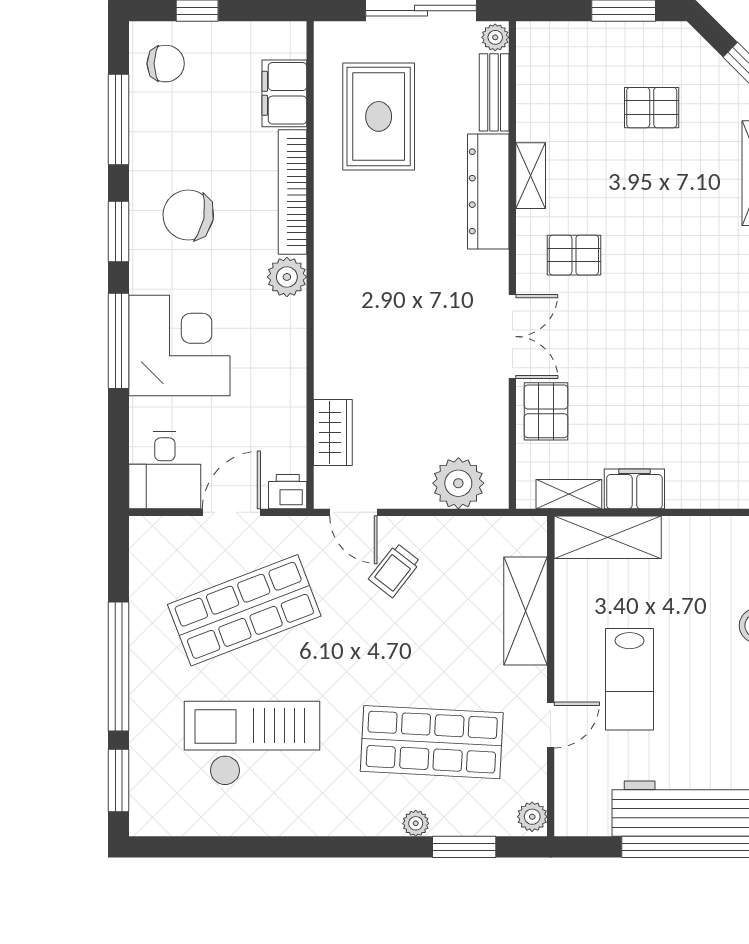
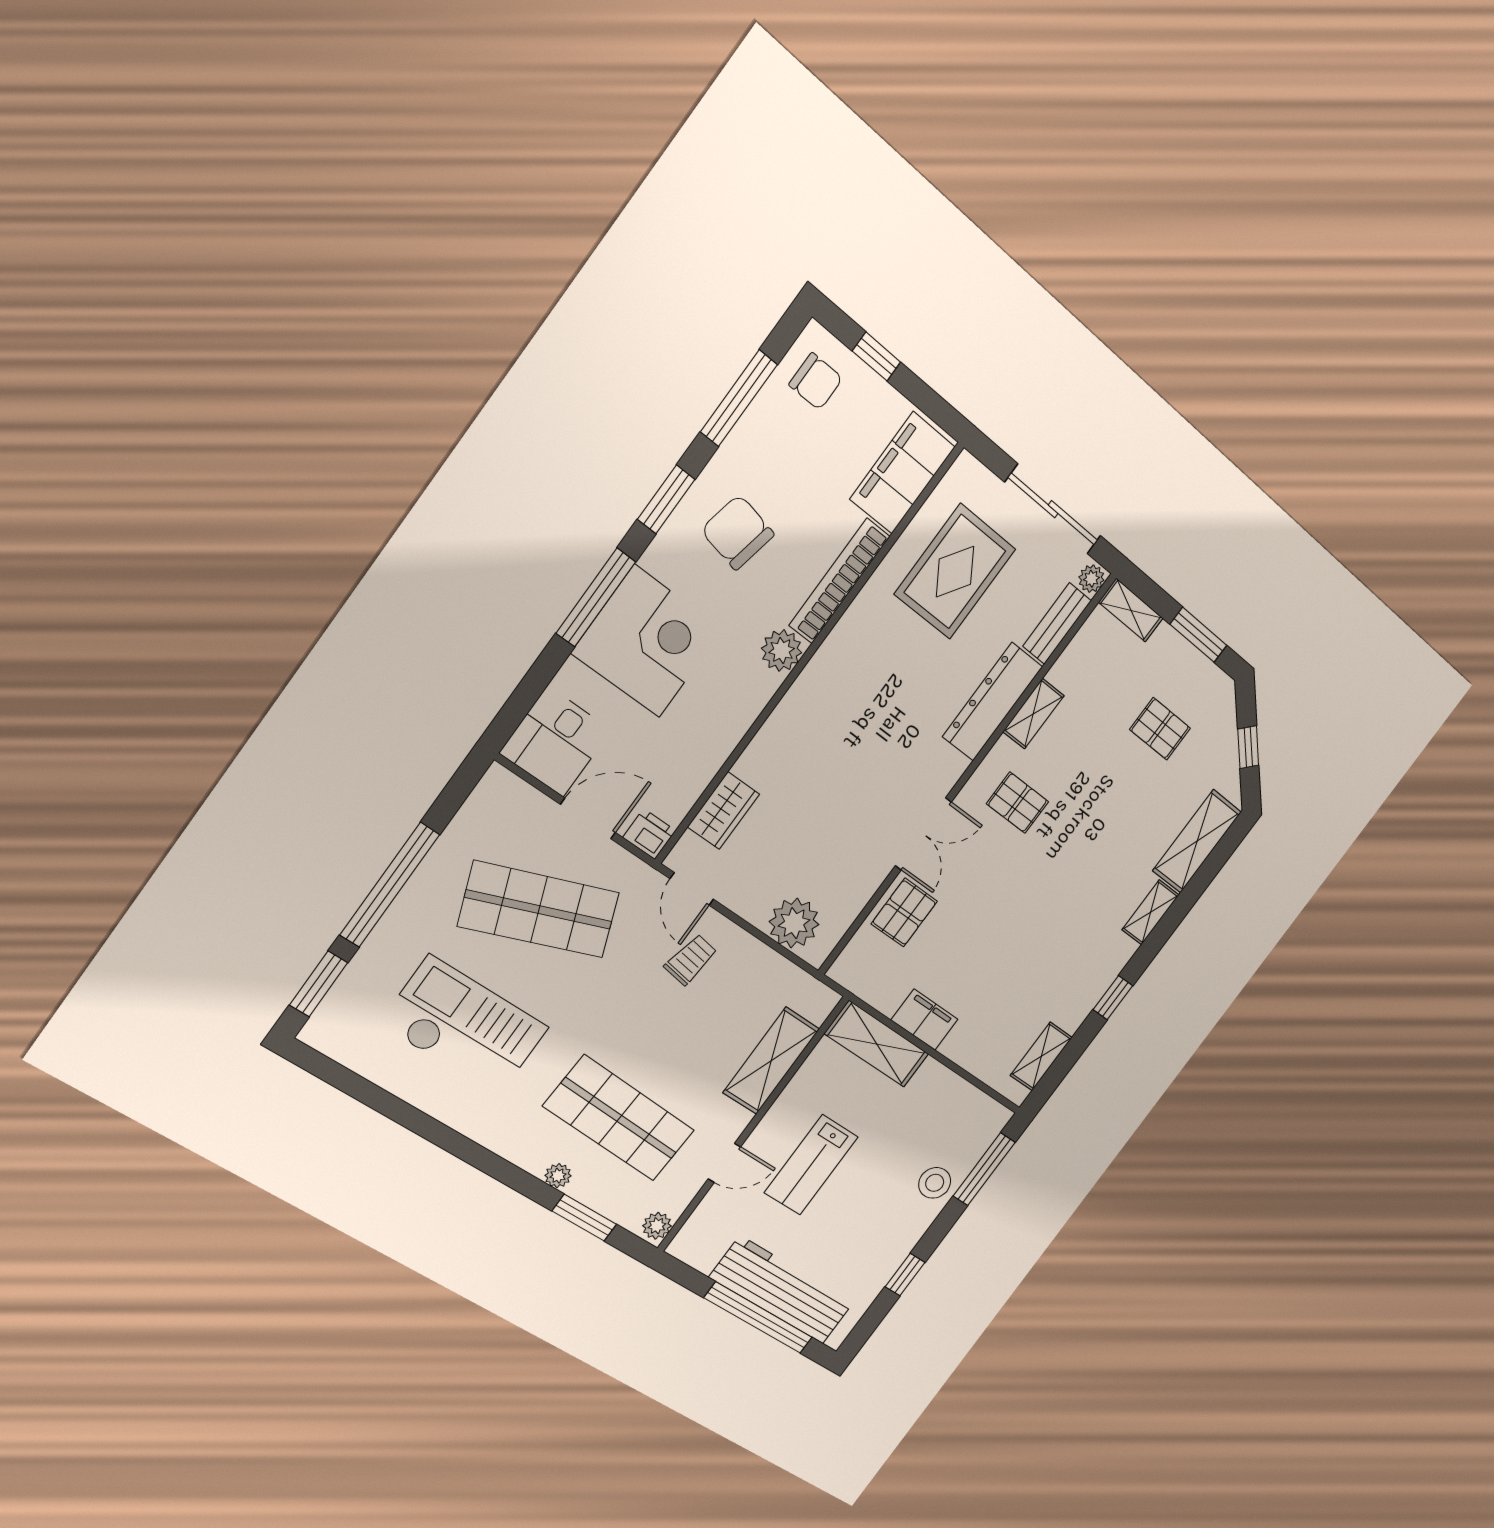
filing cabinet: (284, 93) -> (903, 473), width x1.50, depth x1.17
shelving: (569, 494) -> (1131, 610), moved
trolley: (395, 570) -> (691, 960), turned 151

